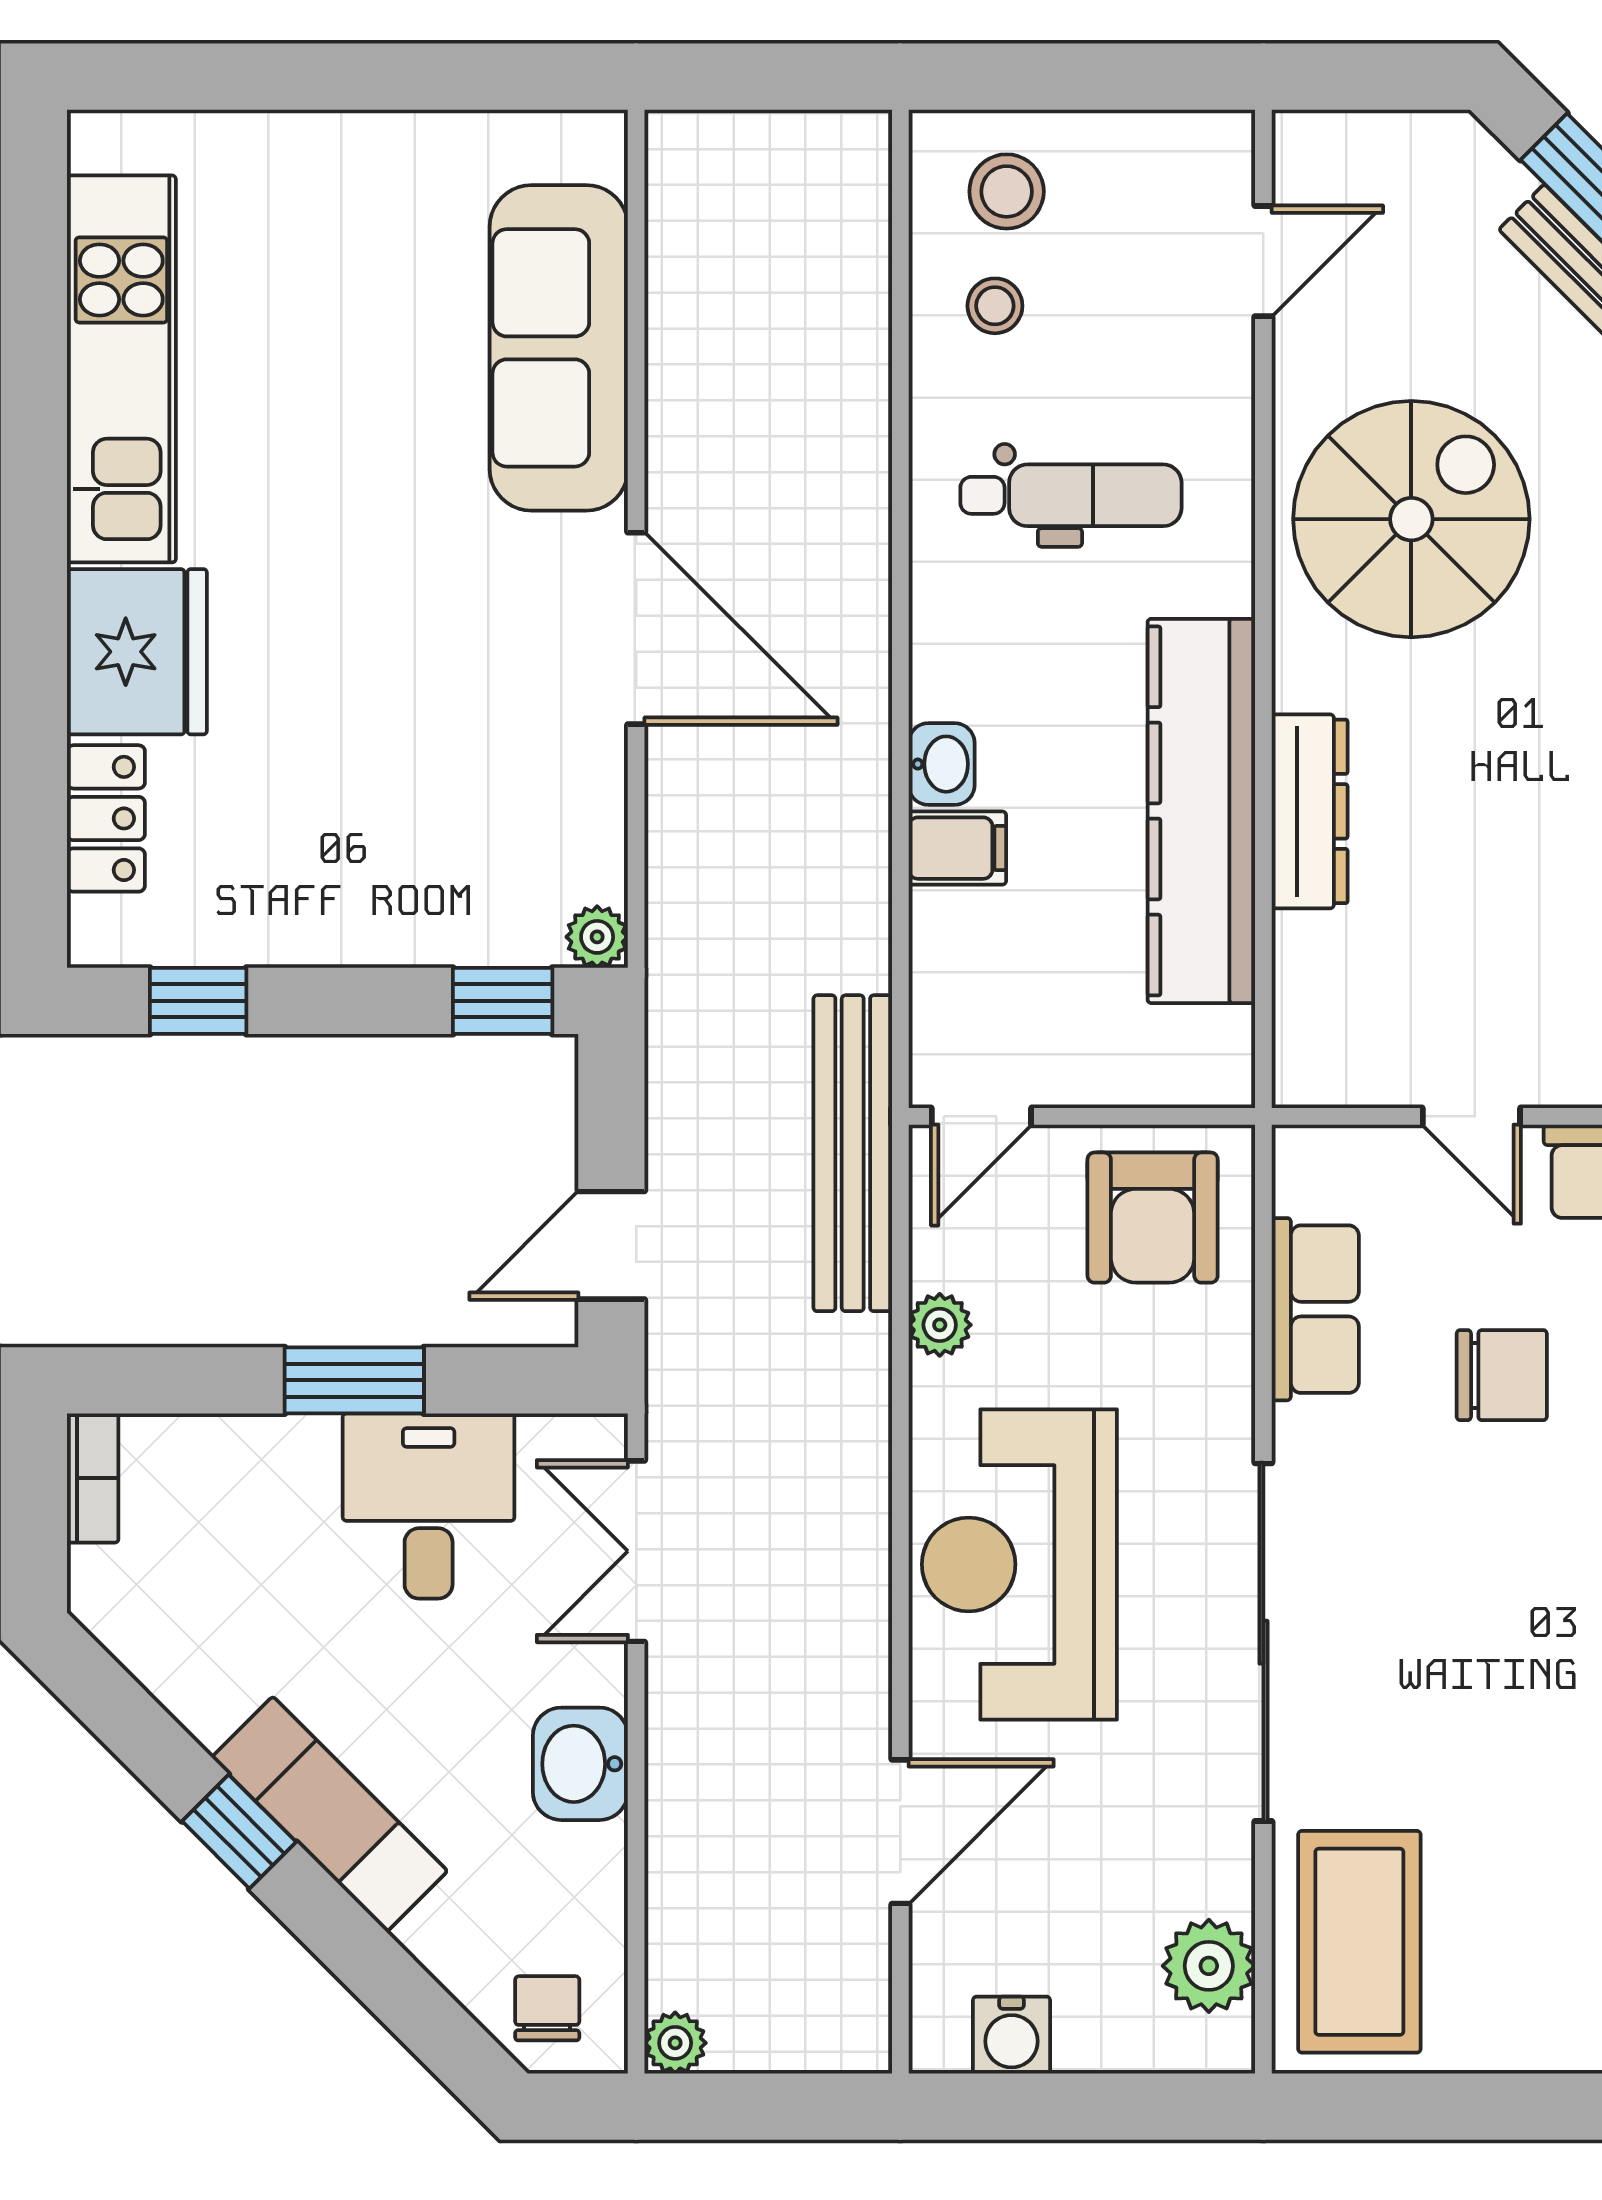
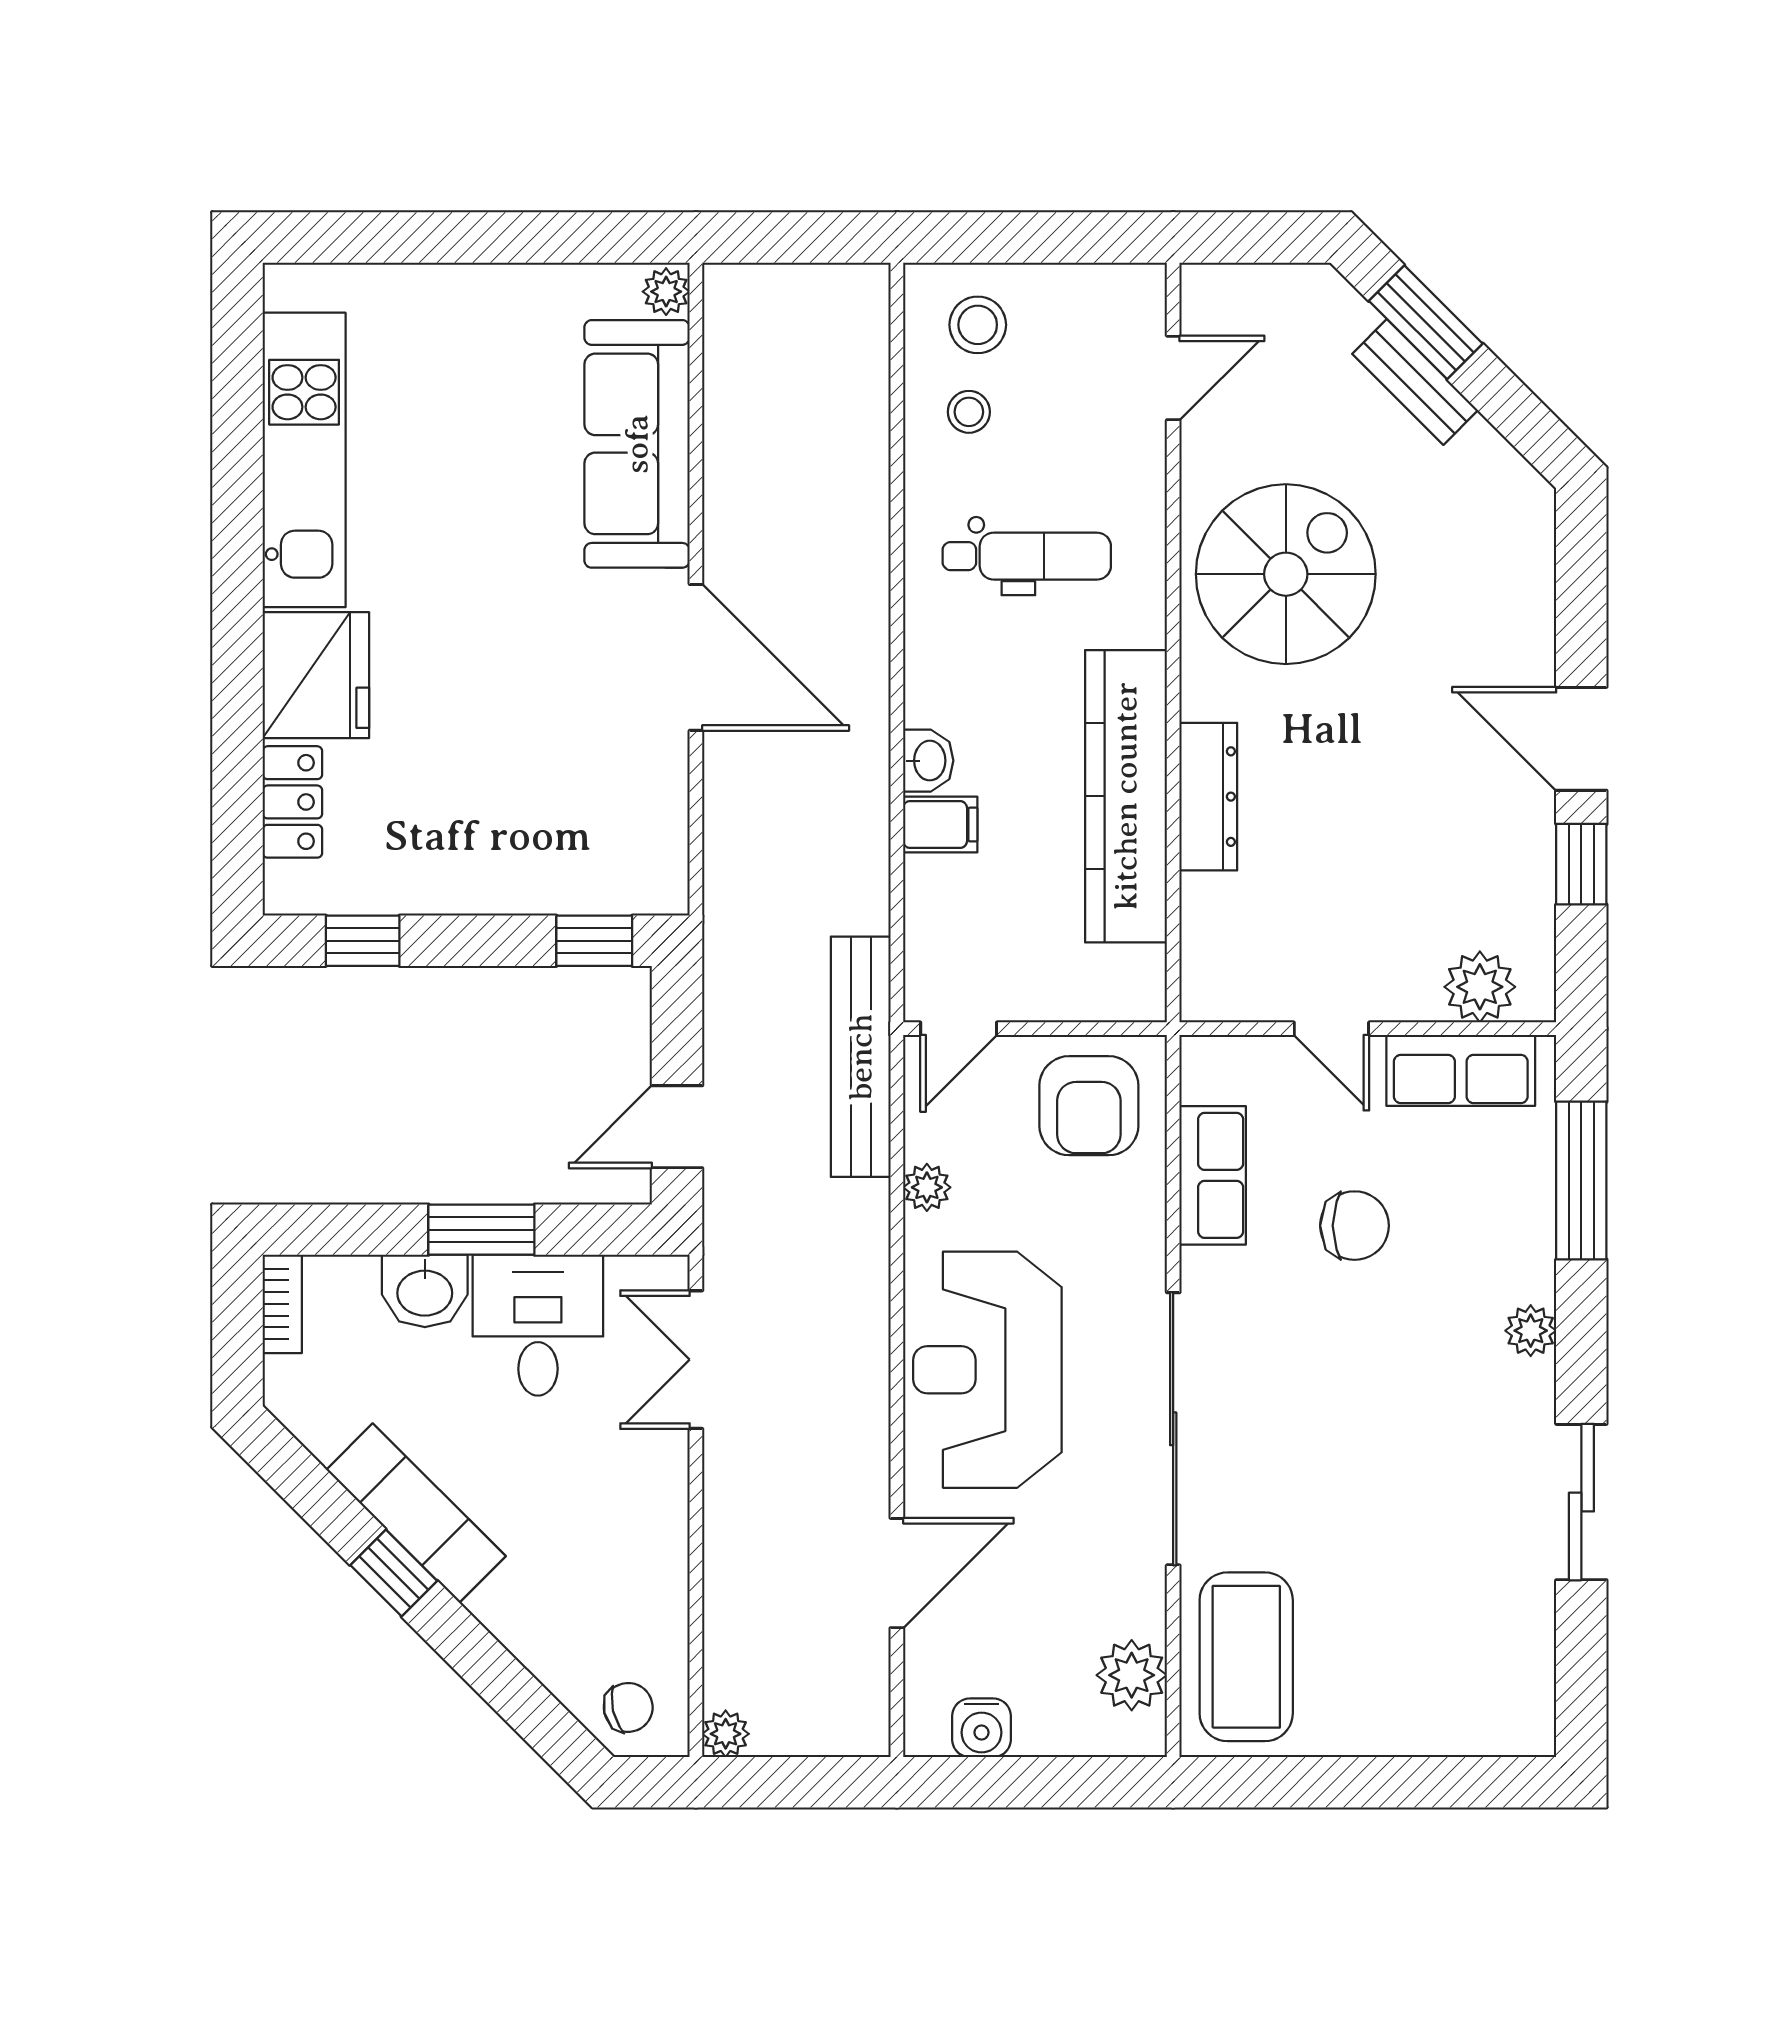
plant: (597, 937) -> (666, 292), moved
washbasin: (580, 1764) -> (425, 1291), moved, turned -90
exam couch: (330, 1814) -> (416, 1513), moved
chair: (547, 2008) -> (628, 1707), turned 77

